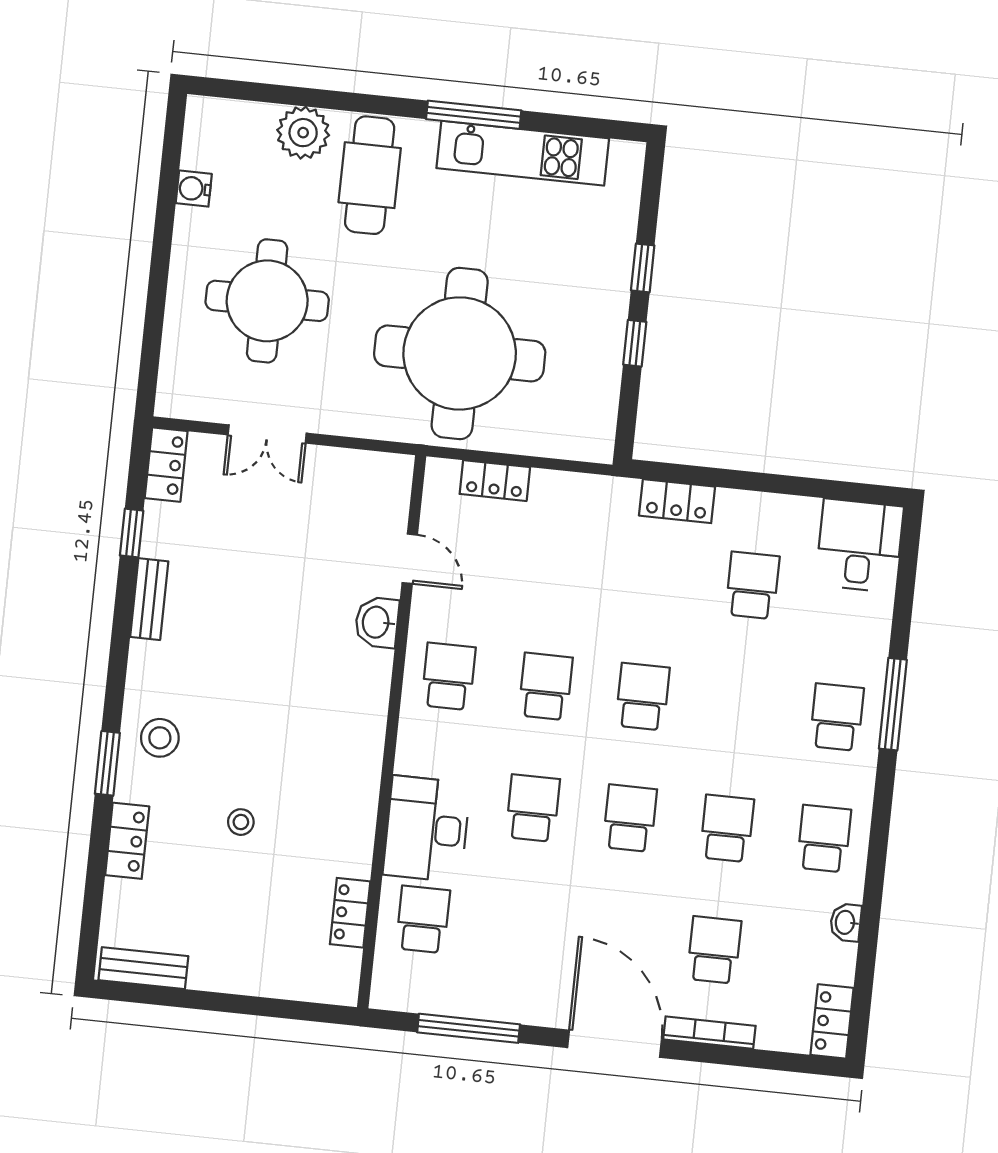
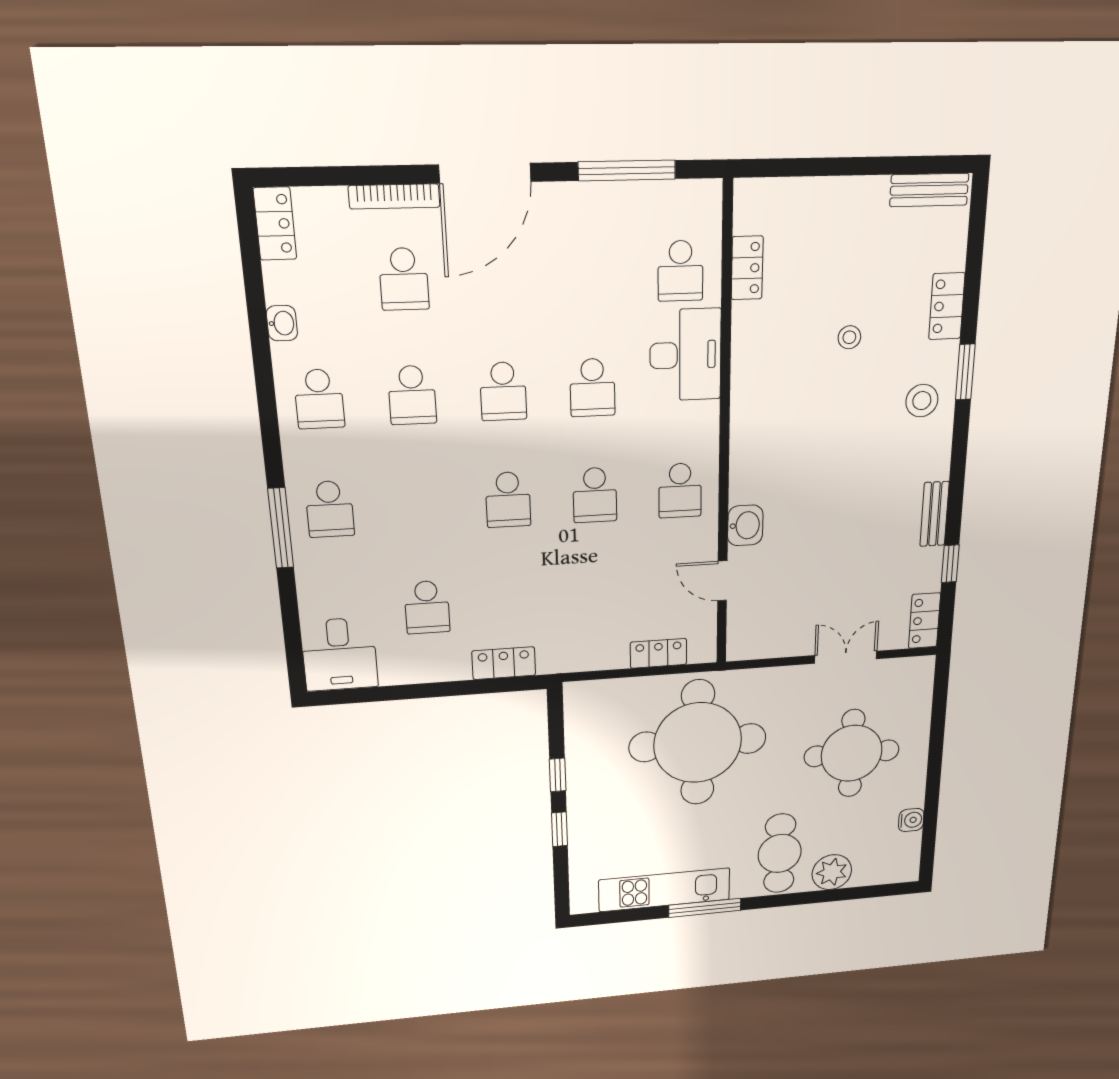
door: (615, 1044) -> (485, 173), hinge flipped

